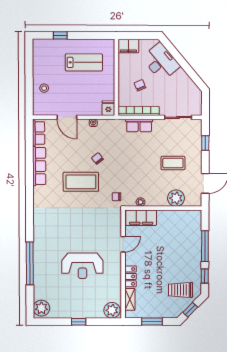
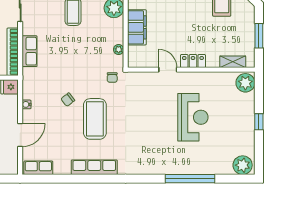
row of seats: (39, 166) -> (94, 167), moved
filing cabinet: (141, 218) -> (137, 27), moved
locker: (131, 276) -> (193, 61), moved

